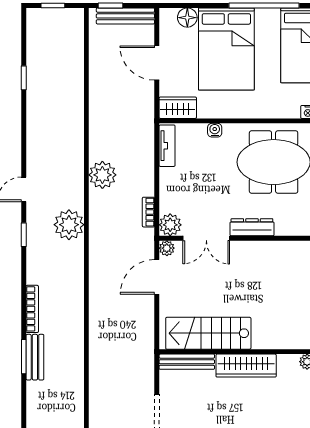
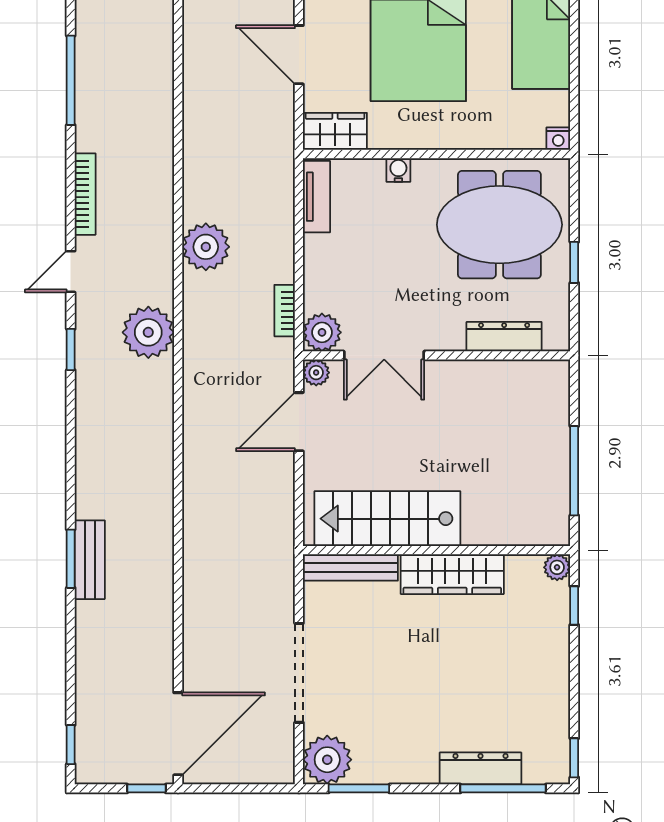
window: (24, 78) -> (71, 80), width x2.17
dresser: (252, 227) -> (504, 337), moved
bookcase: (32, 309) -> (85, 194), moved

